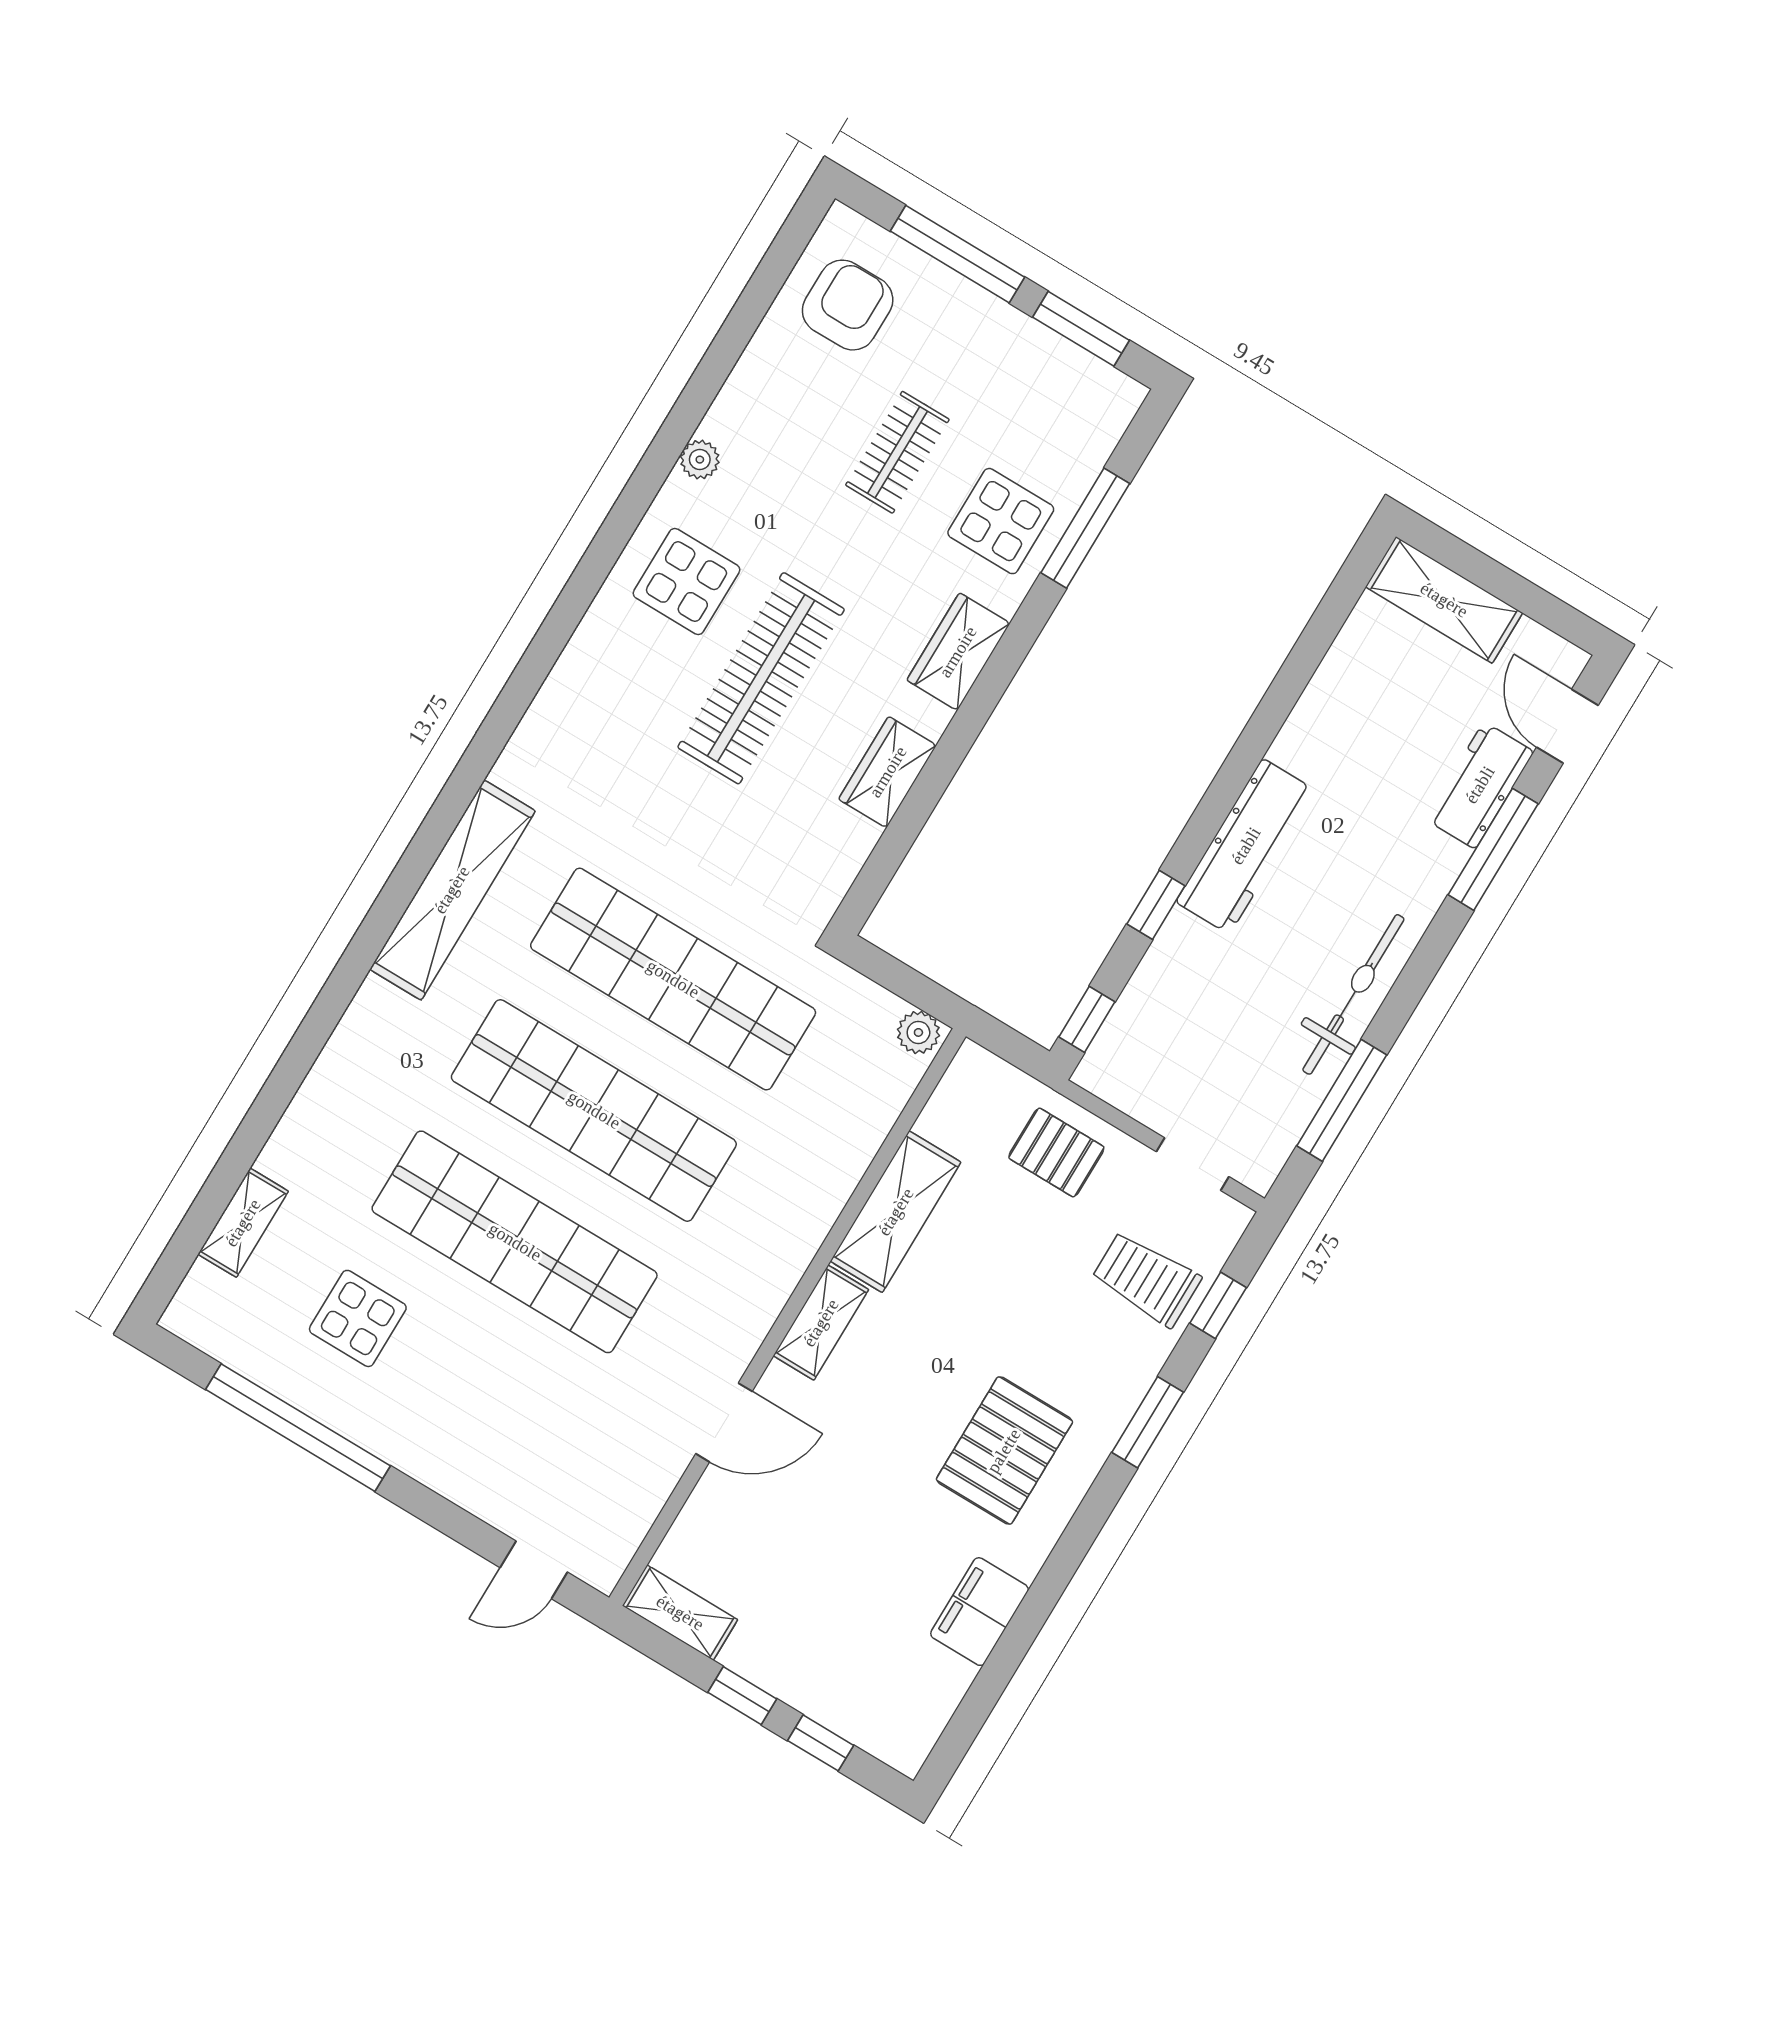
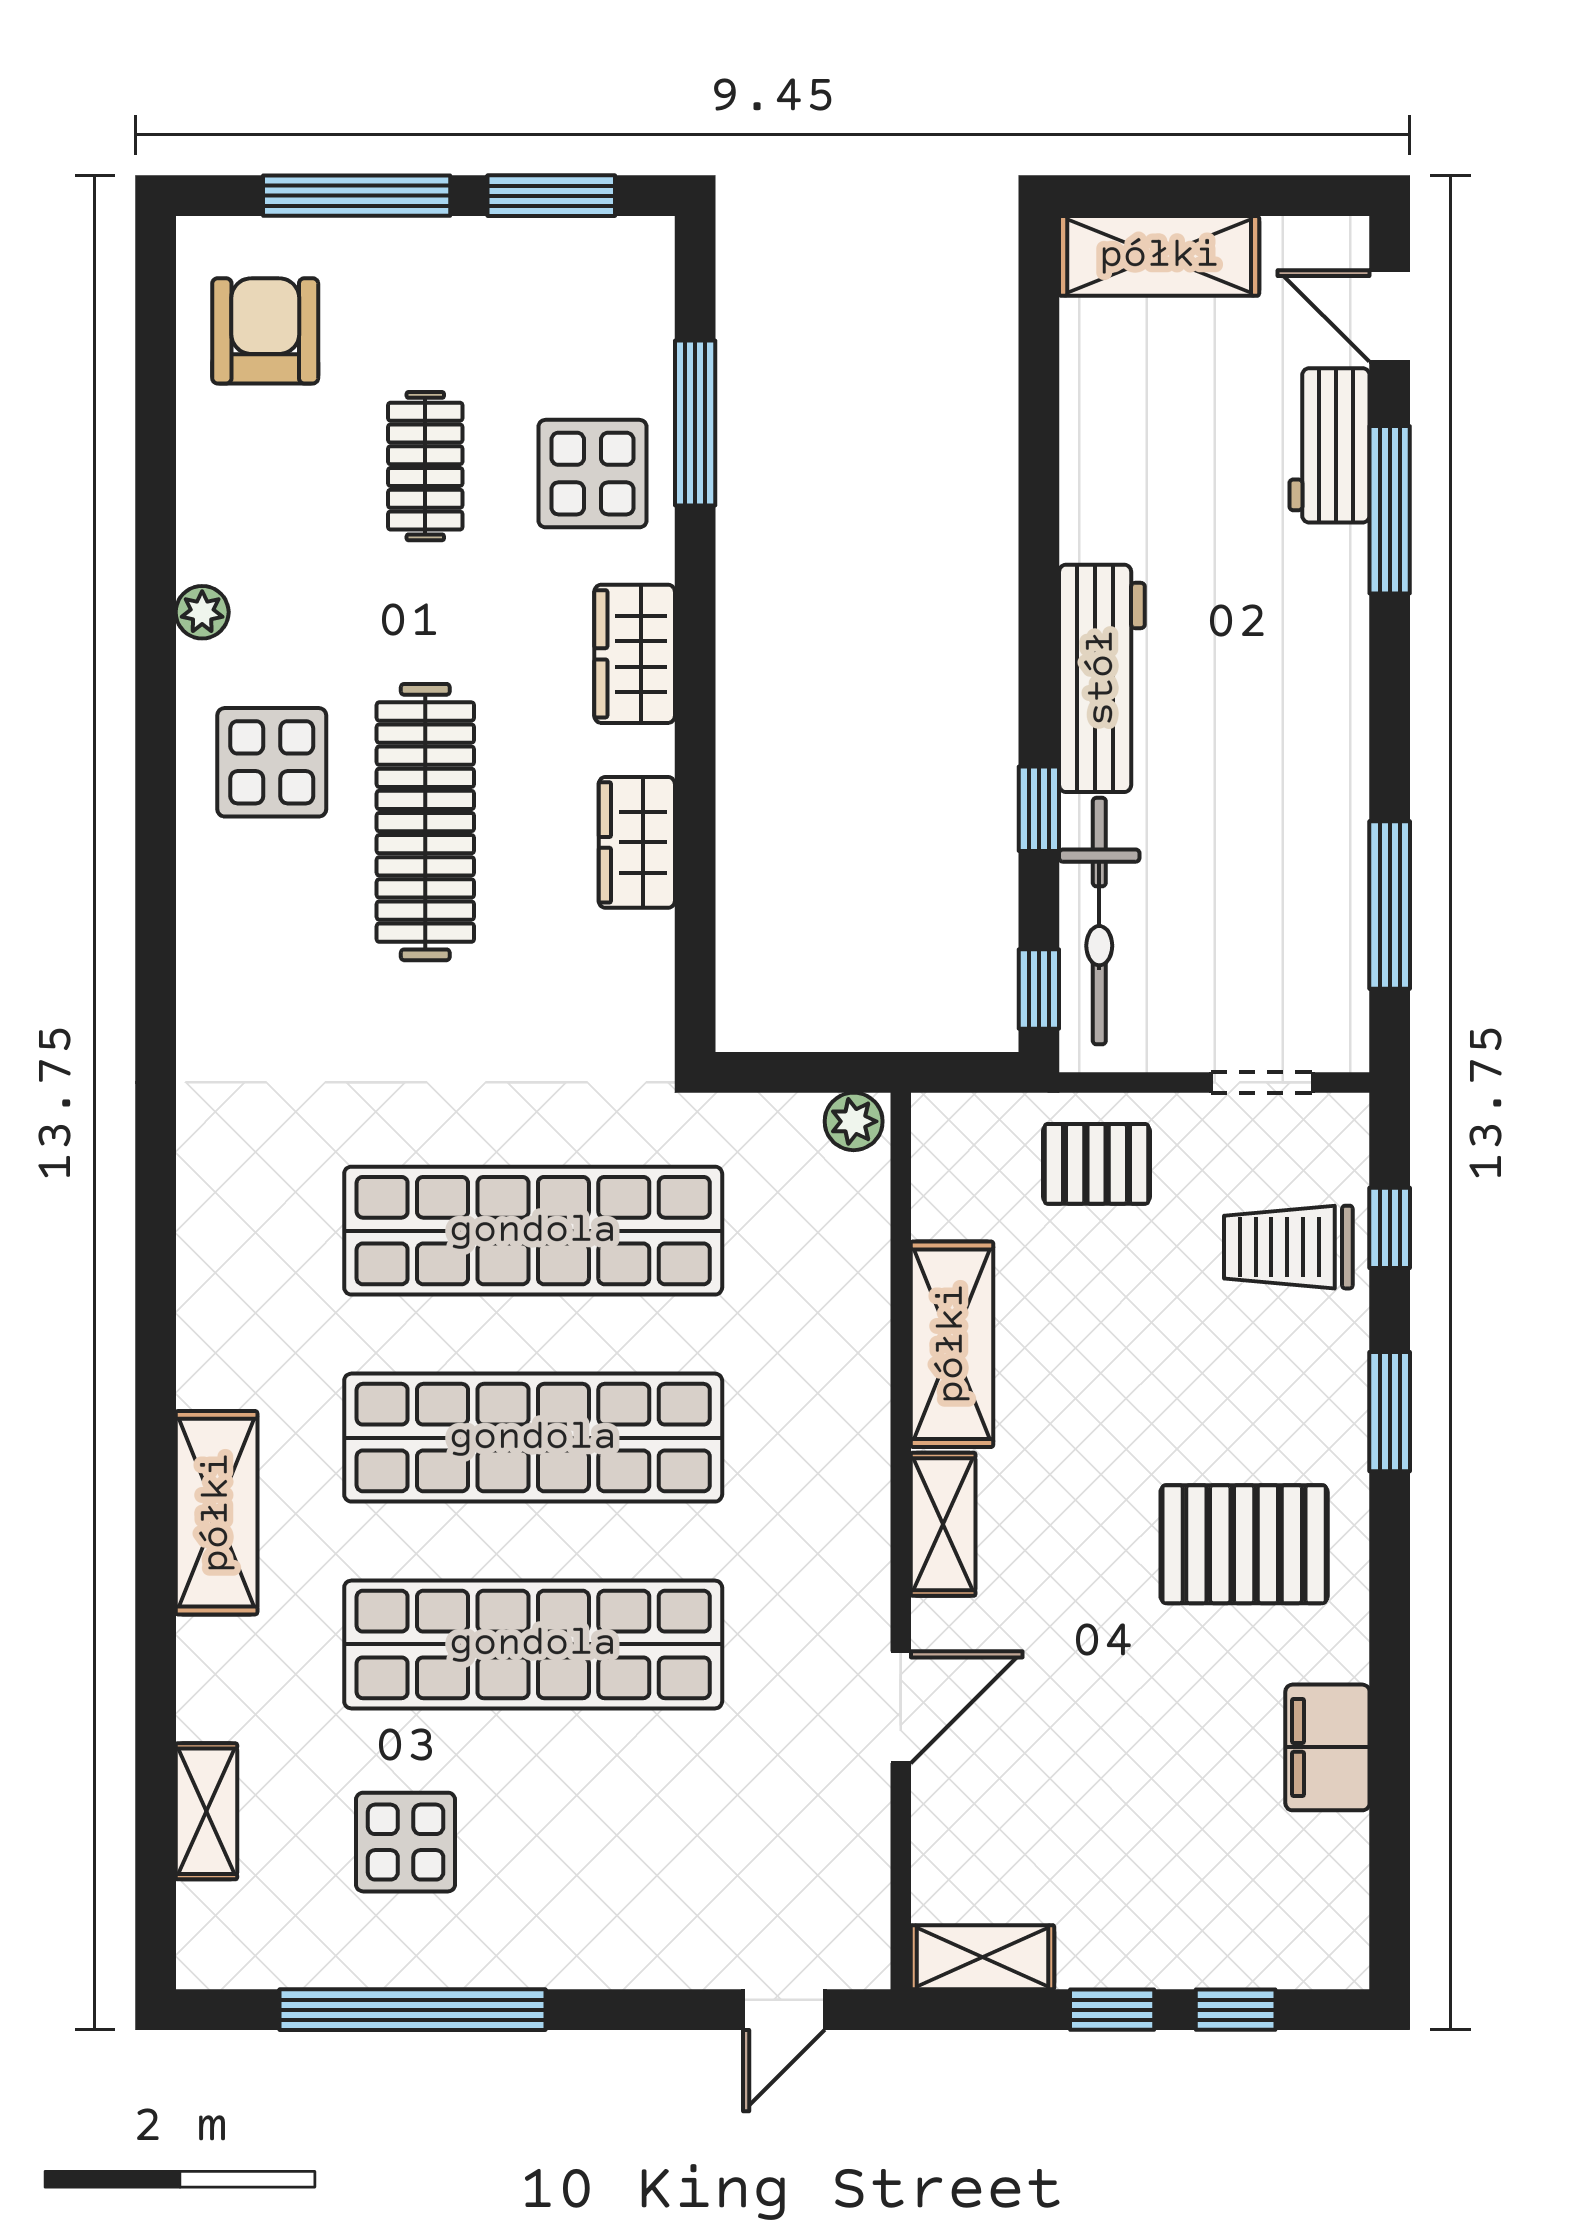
shelving: (452, 890) -> (217, 1513), moved, width x0.68
bicycle: (1353, 994) -> (1099, 921), moved, turned 180
pallet: (1004, 1451) -> (1244, 1544), turned 90

